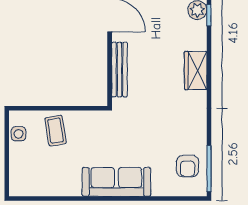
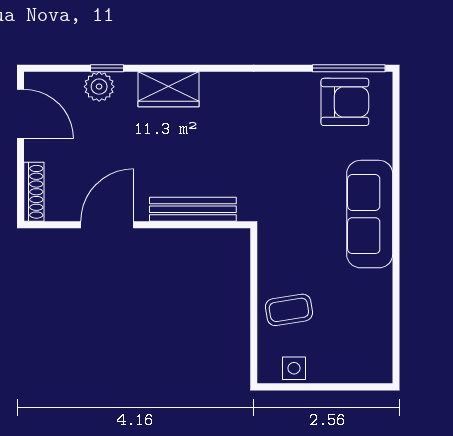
wardrobe: (196, 71) -> (169, 89), moved
armchair: (188, 166) -> (345, 102), width x1.38, depth x1.38

